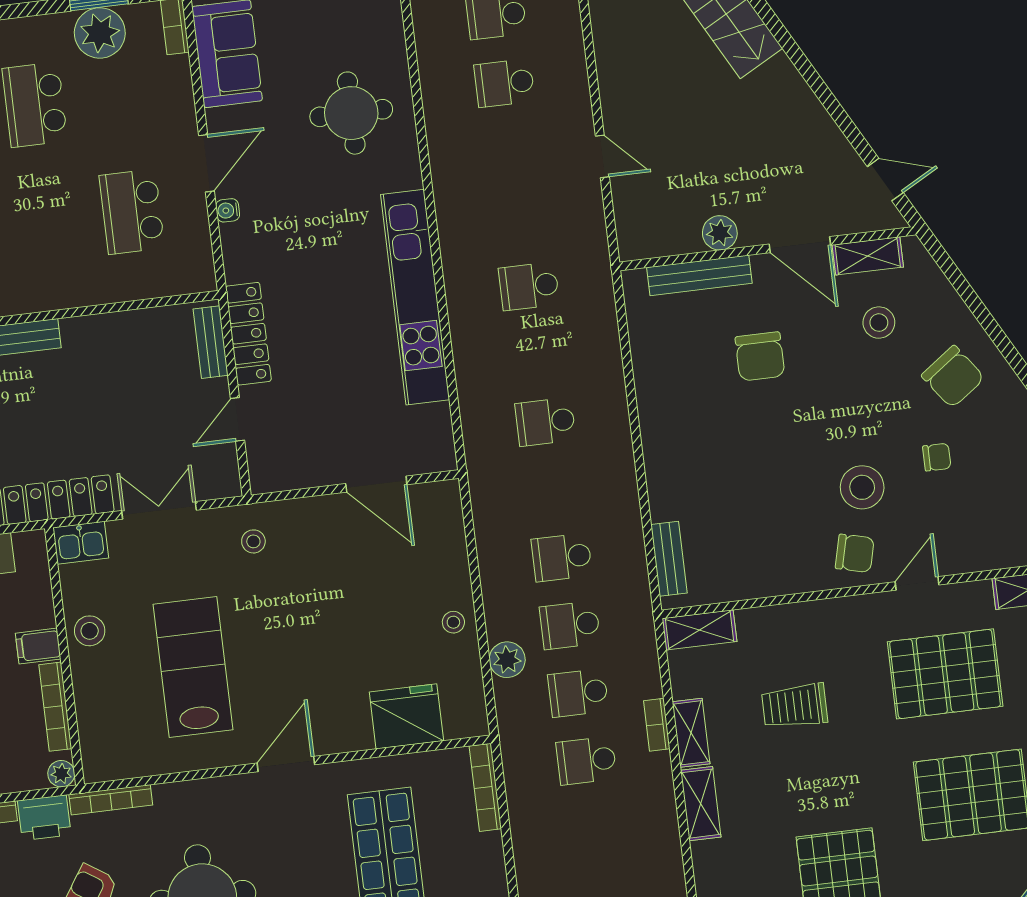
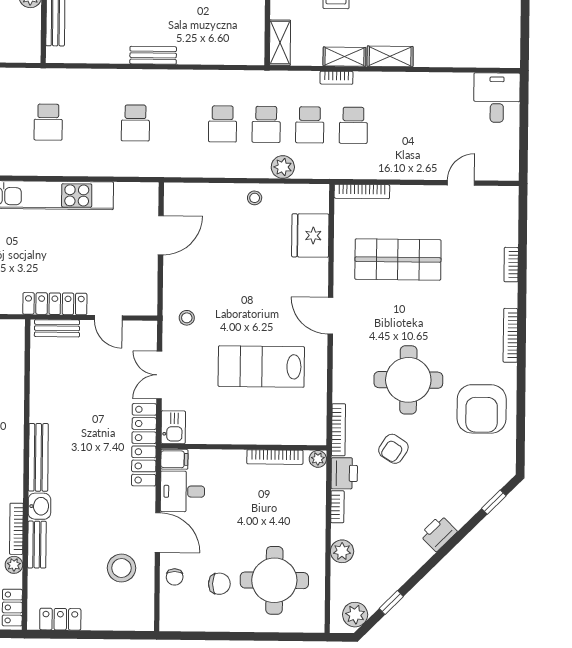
bench: (669, 559) -> (153, 55), moved
stool: (90, 631) -> (230, 429), removed
filing cabinet: (38, 646) -> (174, 459), moved, turned -90

